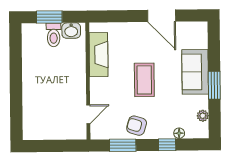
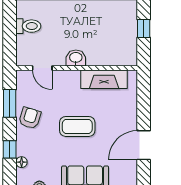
window: (49, 17) -> (144, 28), width x0.67
washbasin: (71, 31) -> (76, 58), moved, turned 90
toilet: (54, 35) -> (28, 26), moved, turned 180

